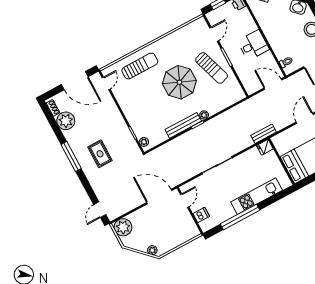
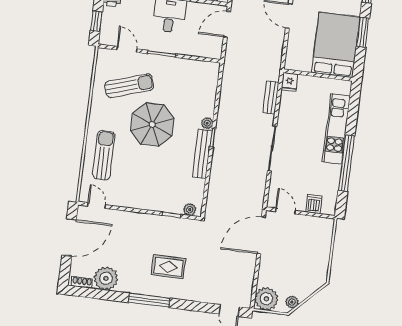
sun lounger: (212, 68) -> (129, 86), moved
bench: (264, 134) -> (271, 97), moved
plant: (152, 250) -> (292, 302), moved

